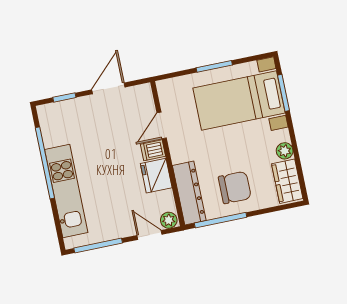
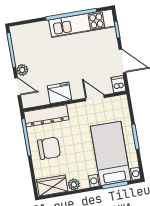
dishwasher: (153, 150) -> (119, 84), moved
chair: (235, 187) -> (49, 148), turned -90
kitchen unit: (66, 191) -> (82, 23), moved
plant: (169, 220) -> (22, 70), moved
door: (150, 235) -> (18, 87), hinge flipped

